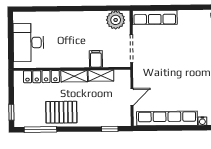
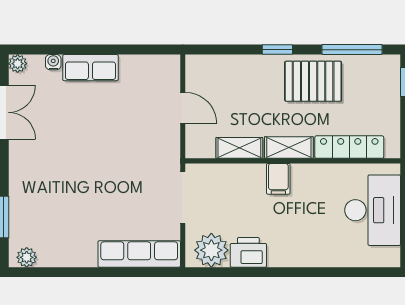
printer: (95, 19) -> (248, 252), added
filing cabinet: (96, 59) -> (278, 179), moved
door: (132, 97) -> (183, 108), swing flipped
row of seats: (167, 118) -> (90, 68), width x0.50
window: (110, 129) -> (277, 50), moved

